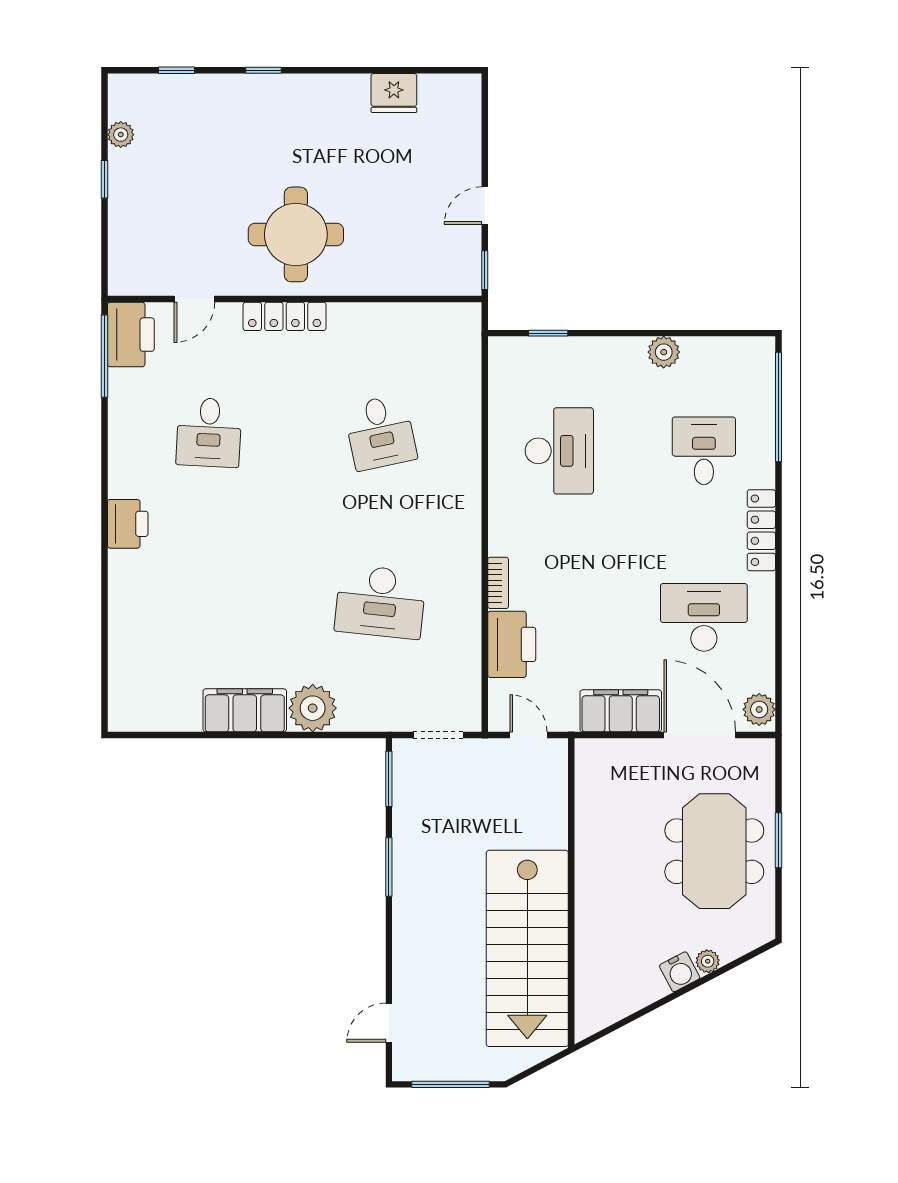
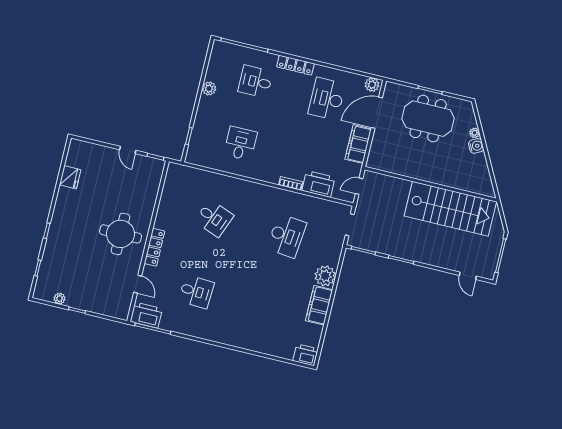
desk: (380, 432) -> (214, 218), turned 33
desk: (559, 451) -> (240, 143), width x0.73
printer: (128, 524) -> (305, 355), moved

